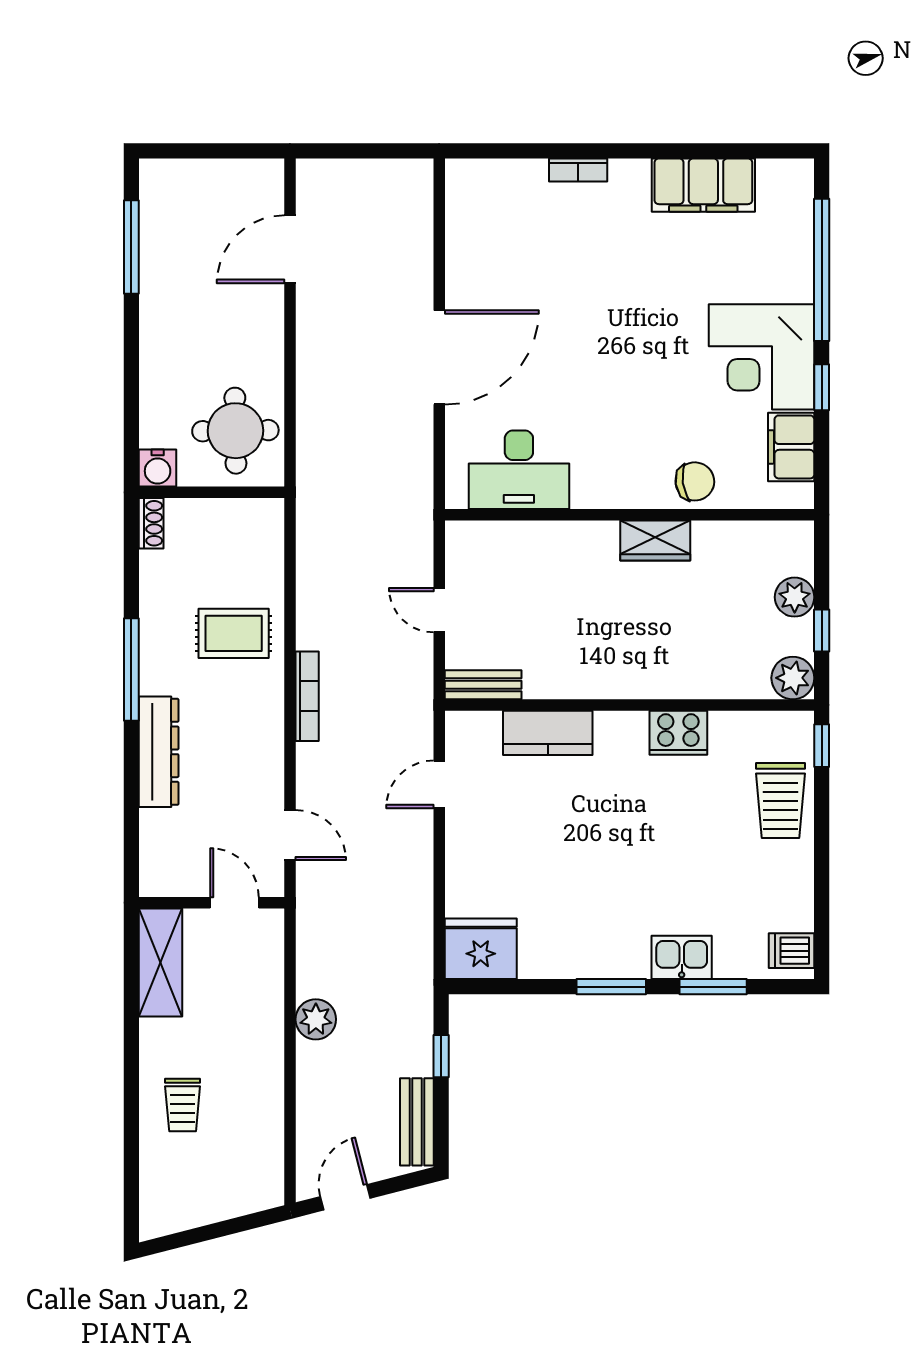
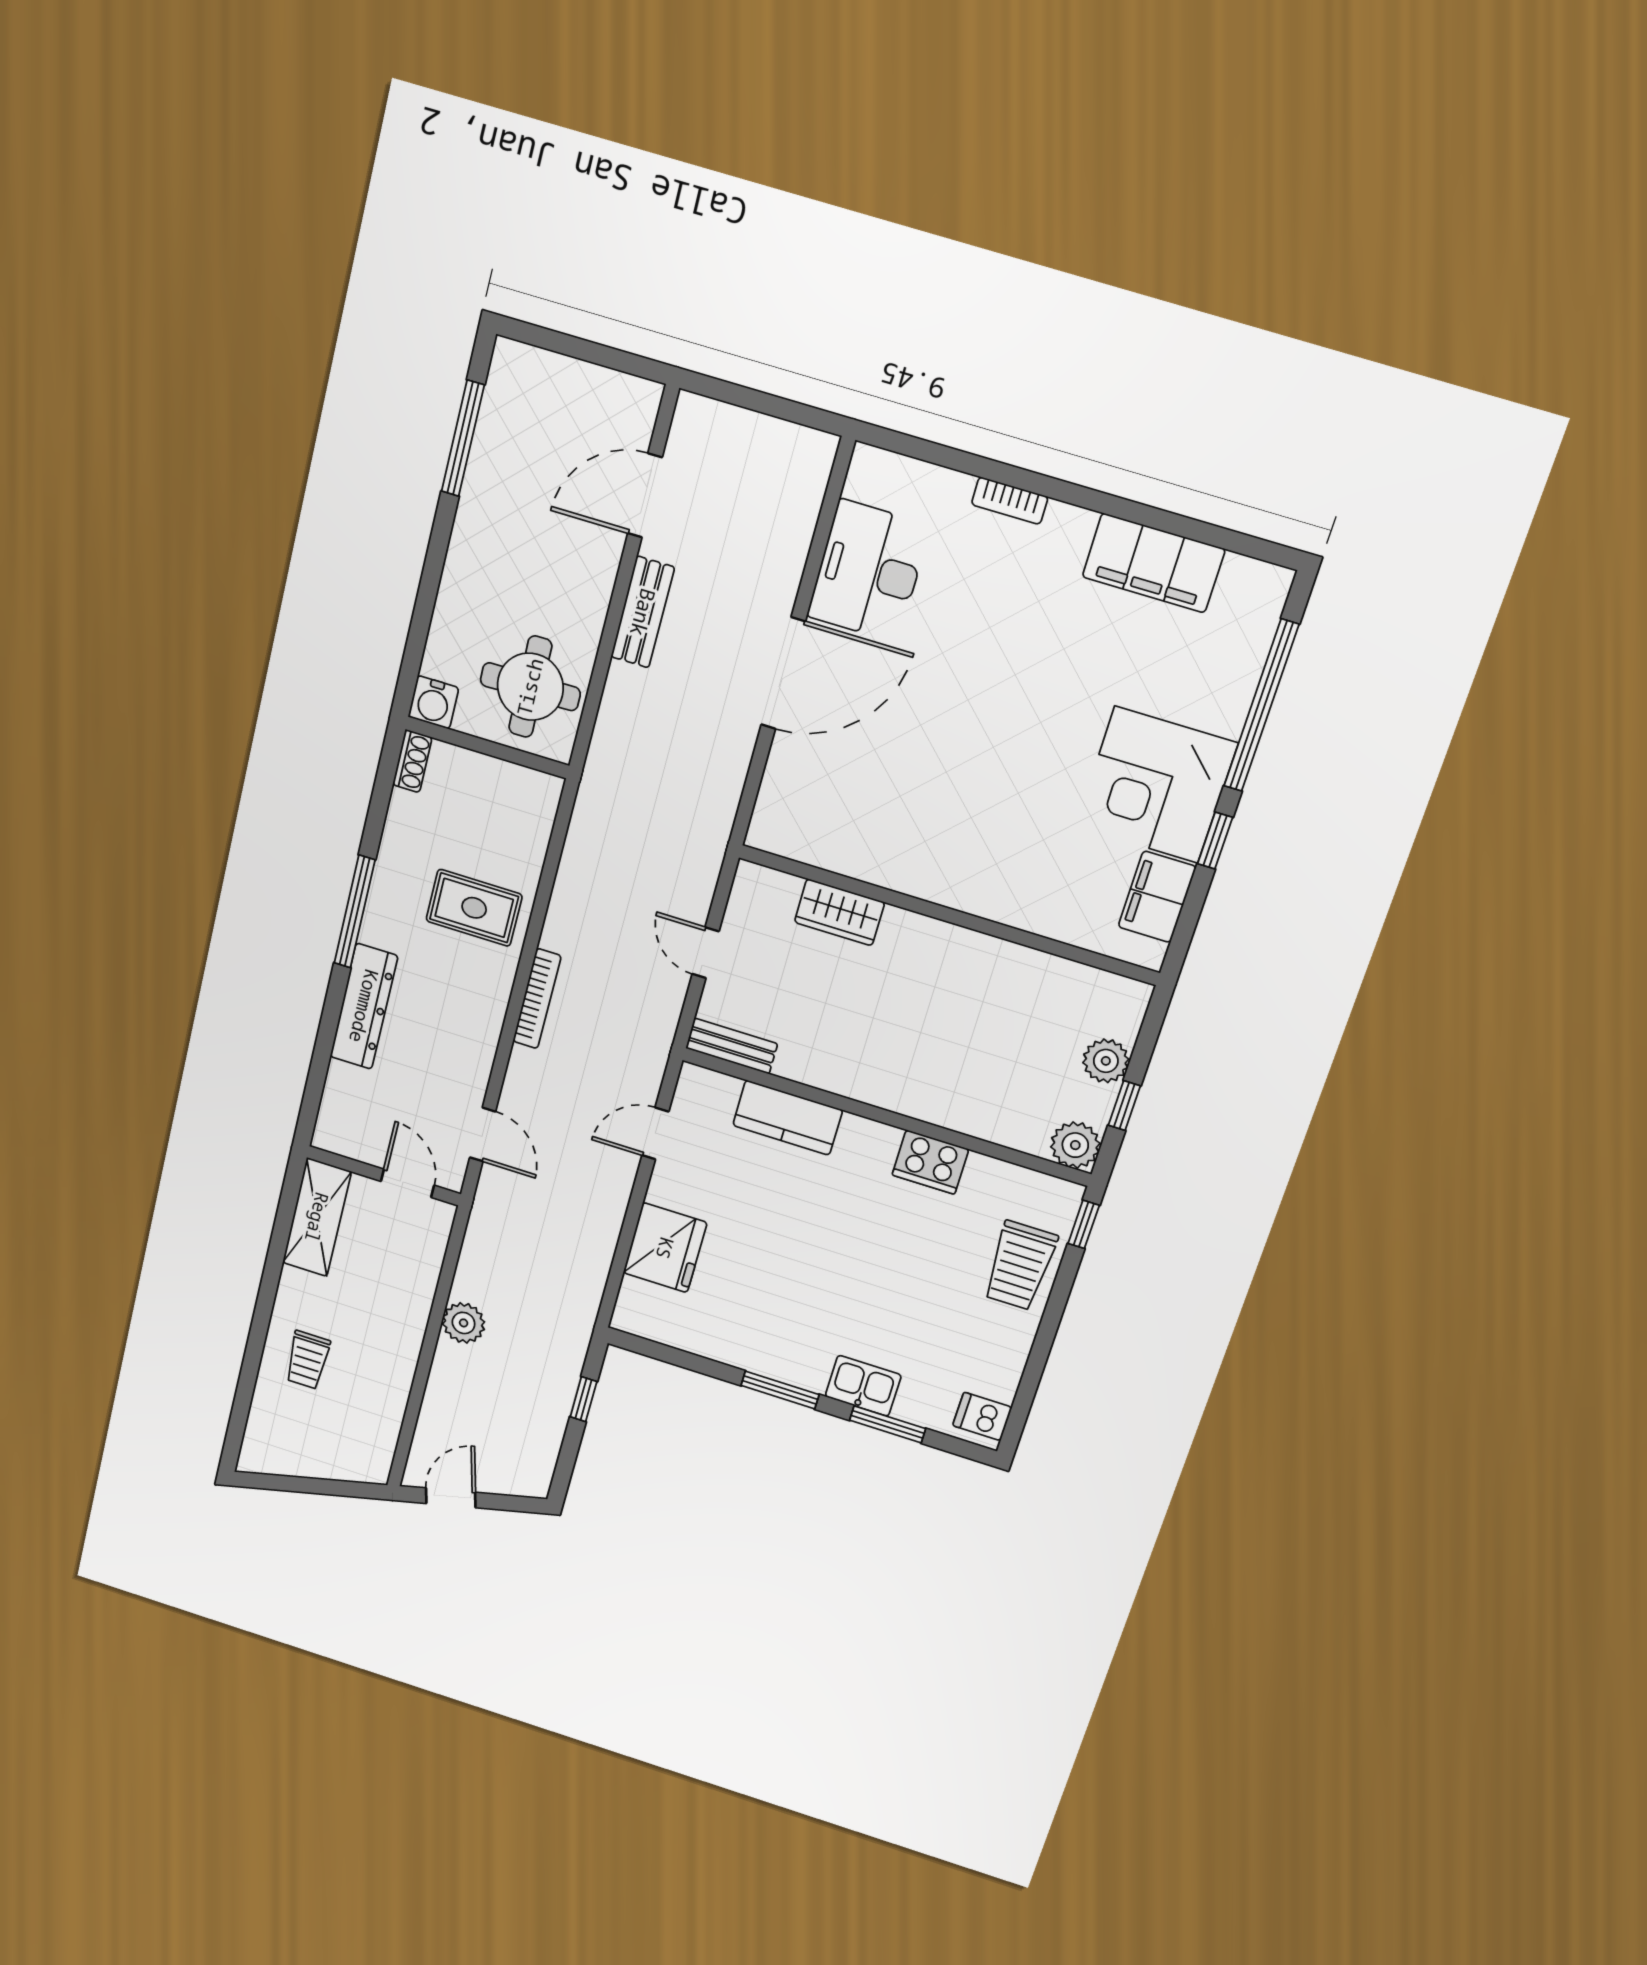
desk: (519, 470) -> (869, 571), moved, turned 90
chair: (695, 481) -> (1034, 901), removed
wardrobe: (655, 540) -> (839, 912), moved
fridge: (481, 949) -> (665, 1248), moved, turned 90
bench: (417, 1122) -> (643, 612), moved

